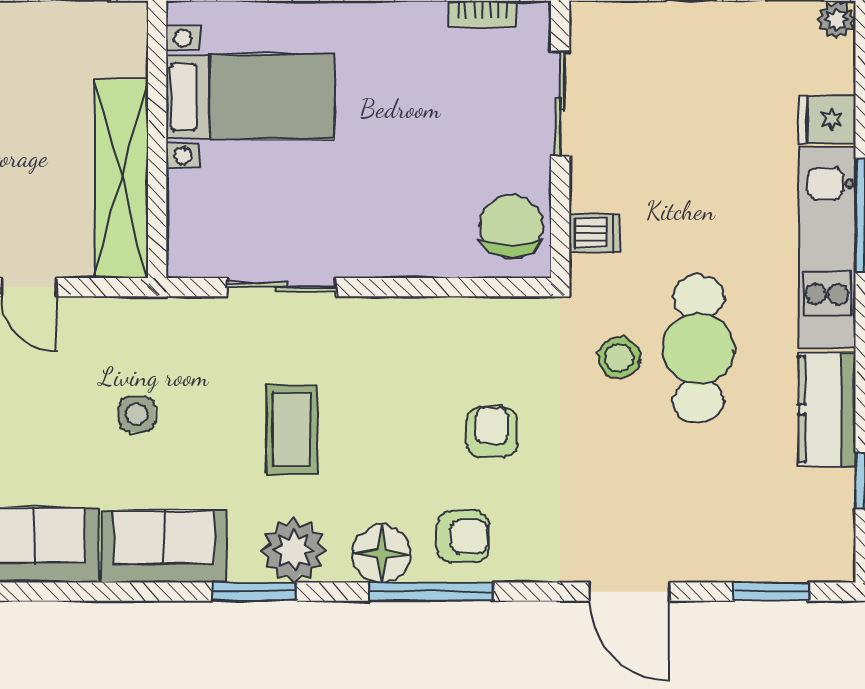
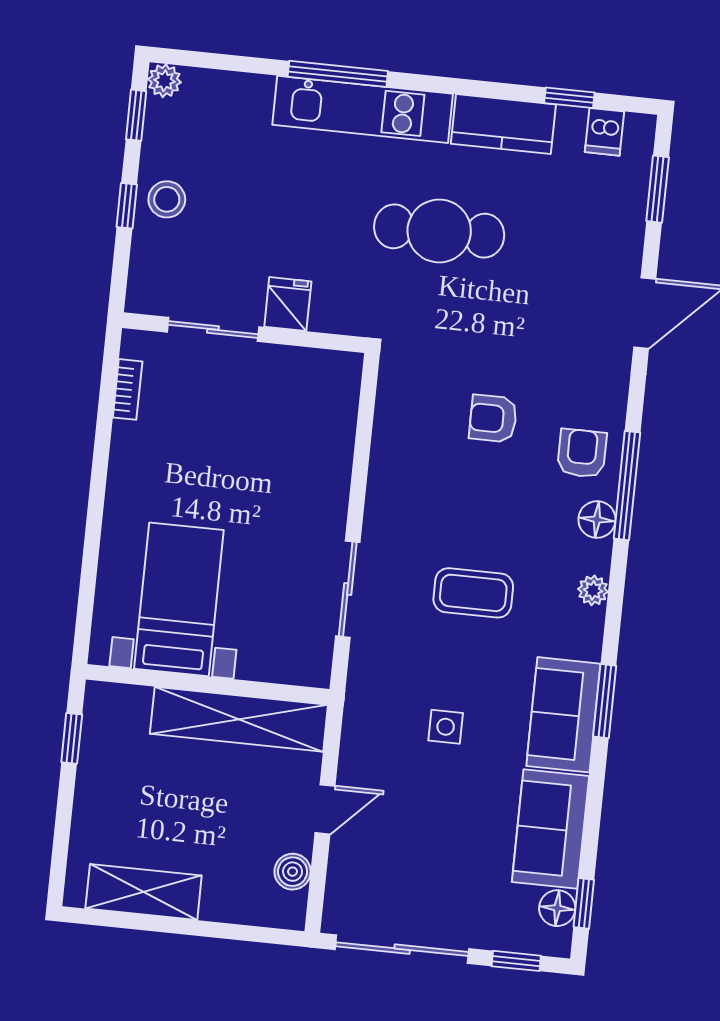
fridge: (827, 120) -> (288, 304), moved, turned 180
chair: (511, 226) -> (315, 383), removed
dishwasher: (595, 233) -> (604, 132), moved, turned 180
stool: (619, 358) -> (167, 199), moved
plant: (294, 550) -> (593, 590), width x0.53, depth x0.53
floor lamp: (382, 554) -> (597, 519), width x0.73, depth x0.73
window: (255, 592) -> (605, 701), moved

